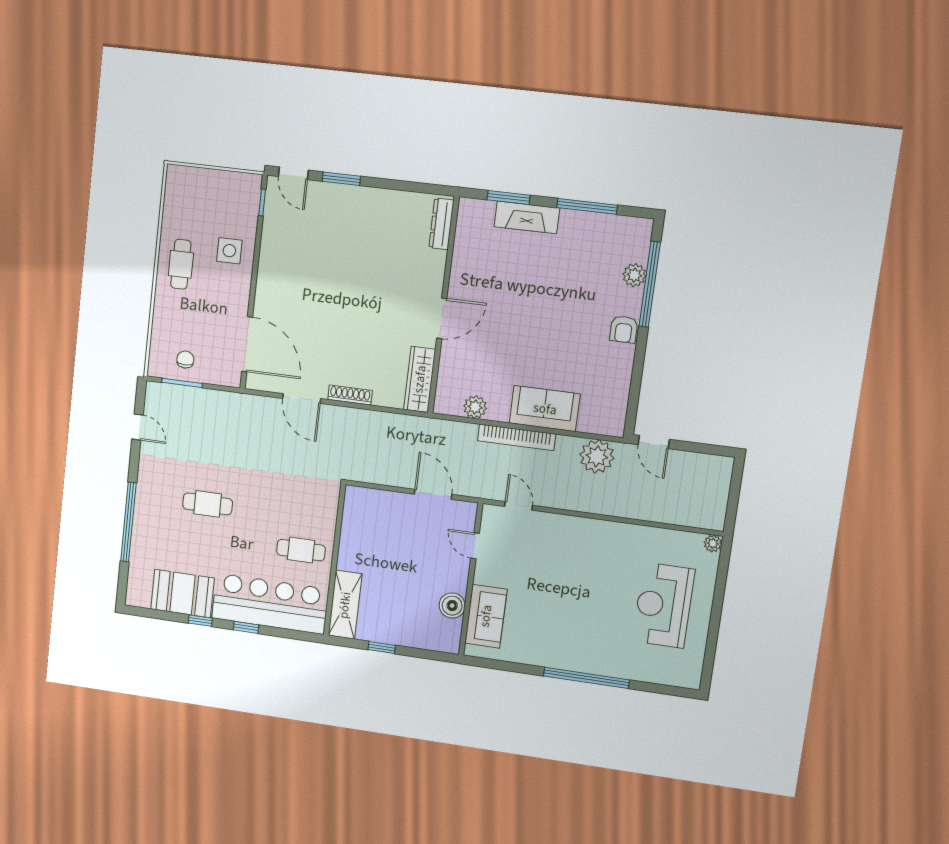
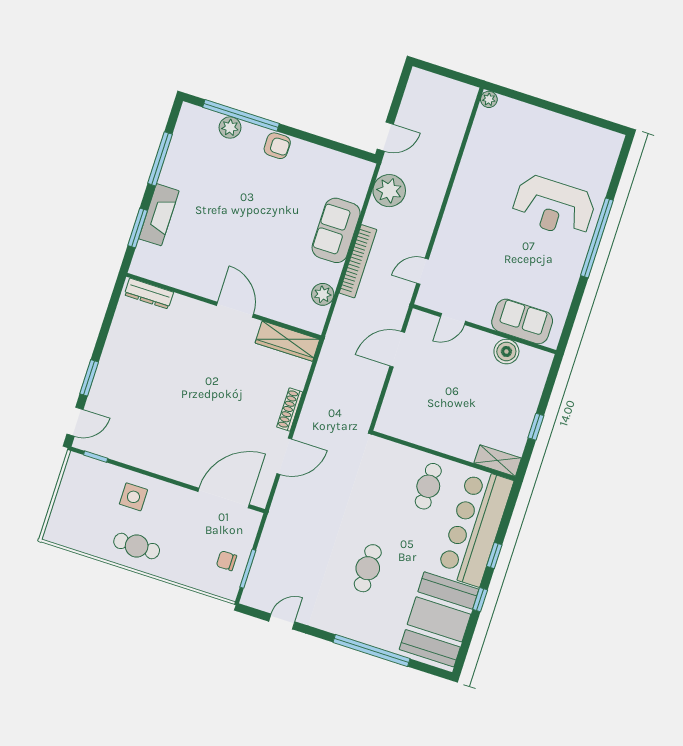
booth: (182, 594) -> (439, 619), width x1.36, depth x1.42
shelving: (345, 605) -> (498, 461), width x0.67, depth x0.75
reception desk: (664, 605) -> (554, 206), moved

